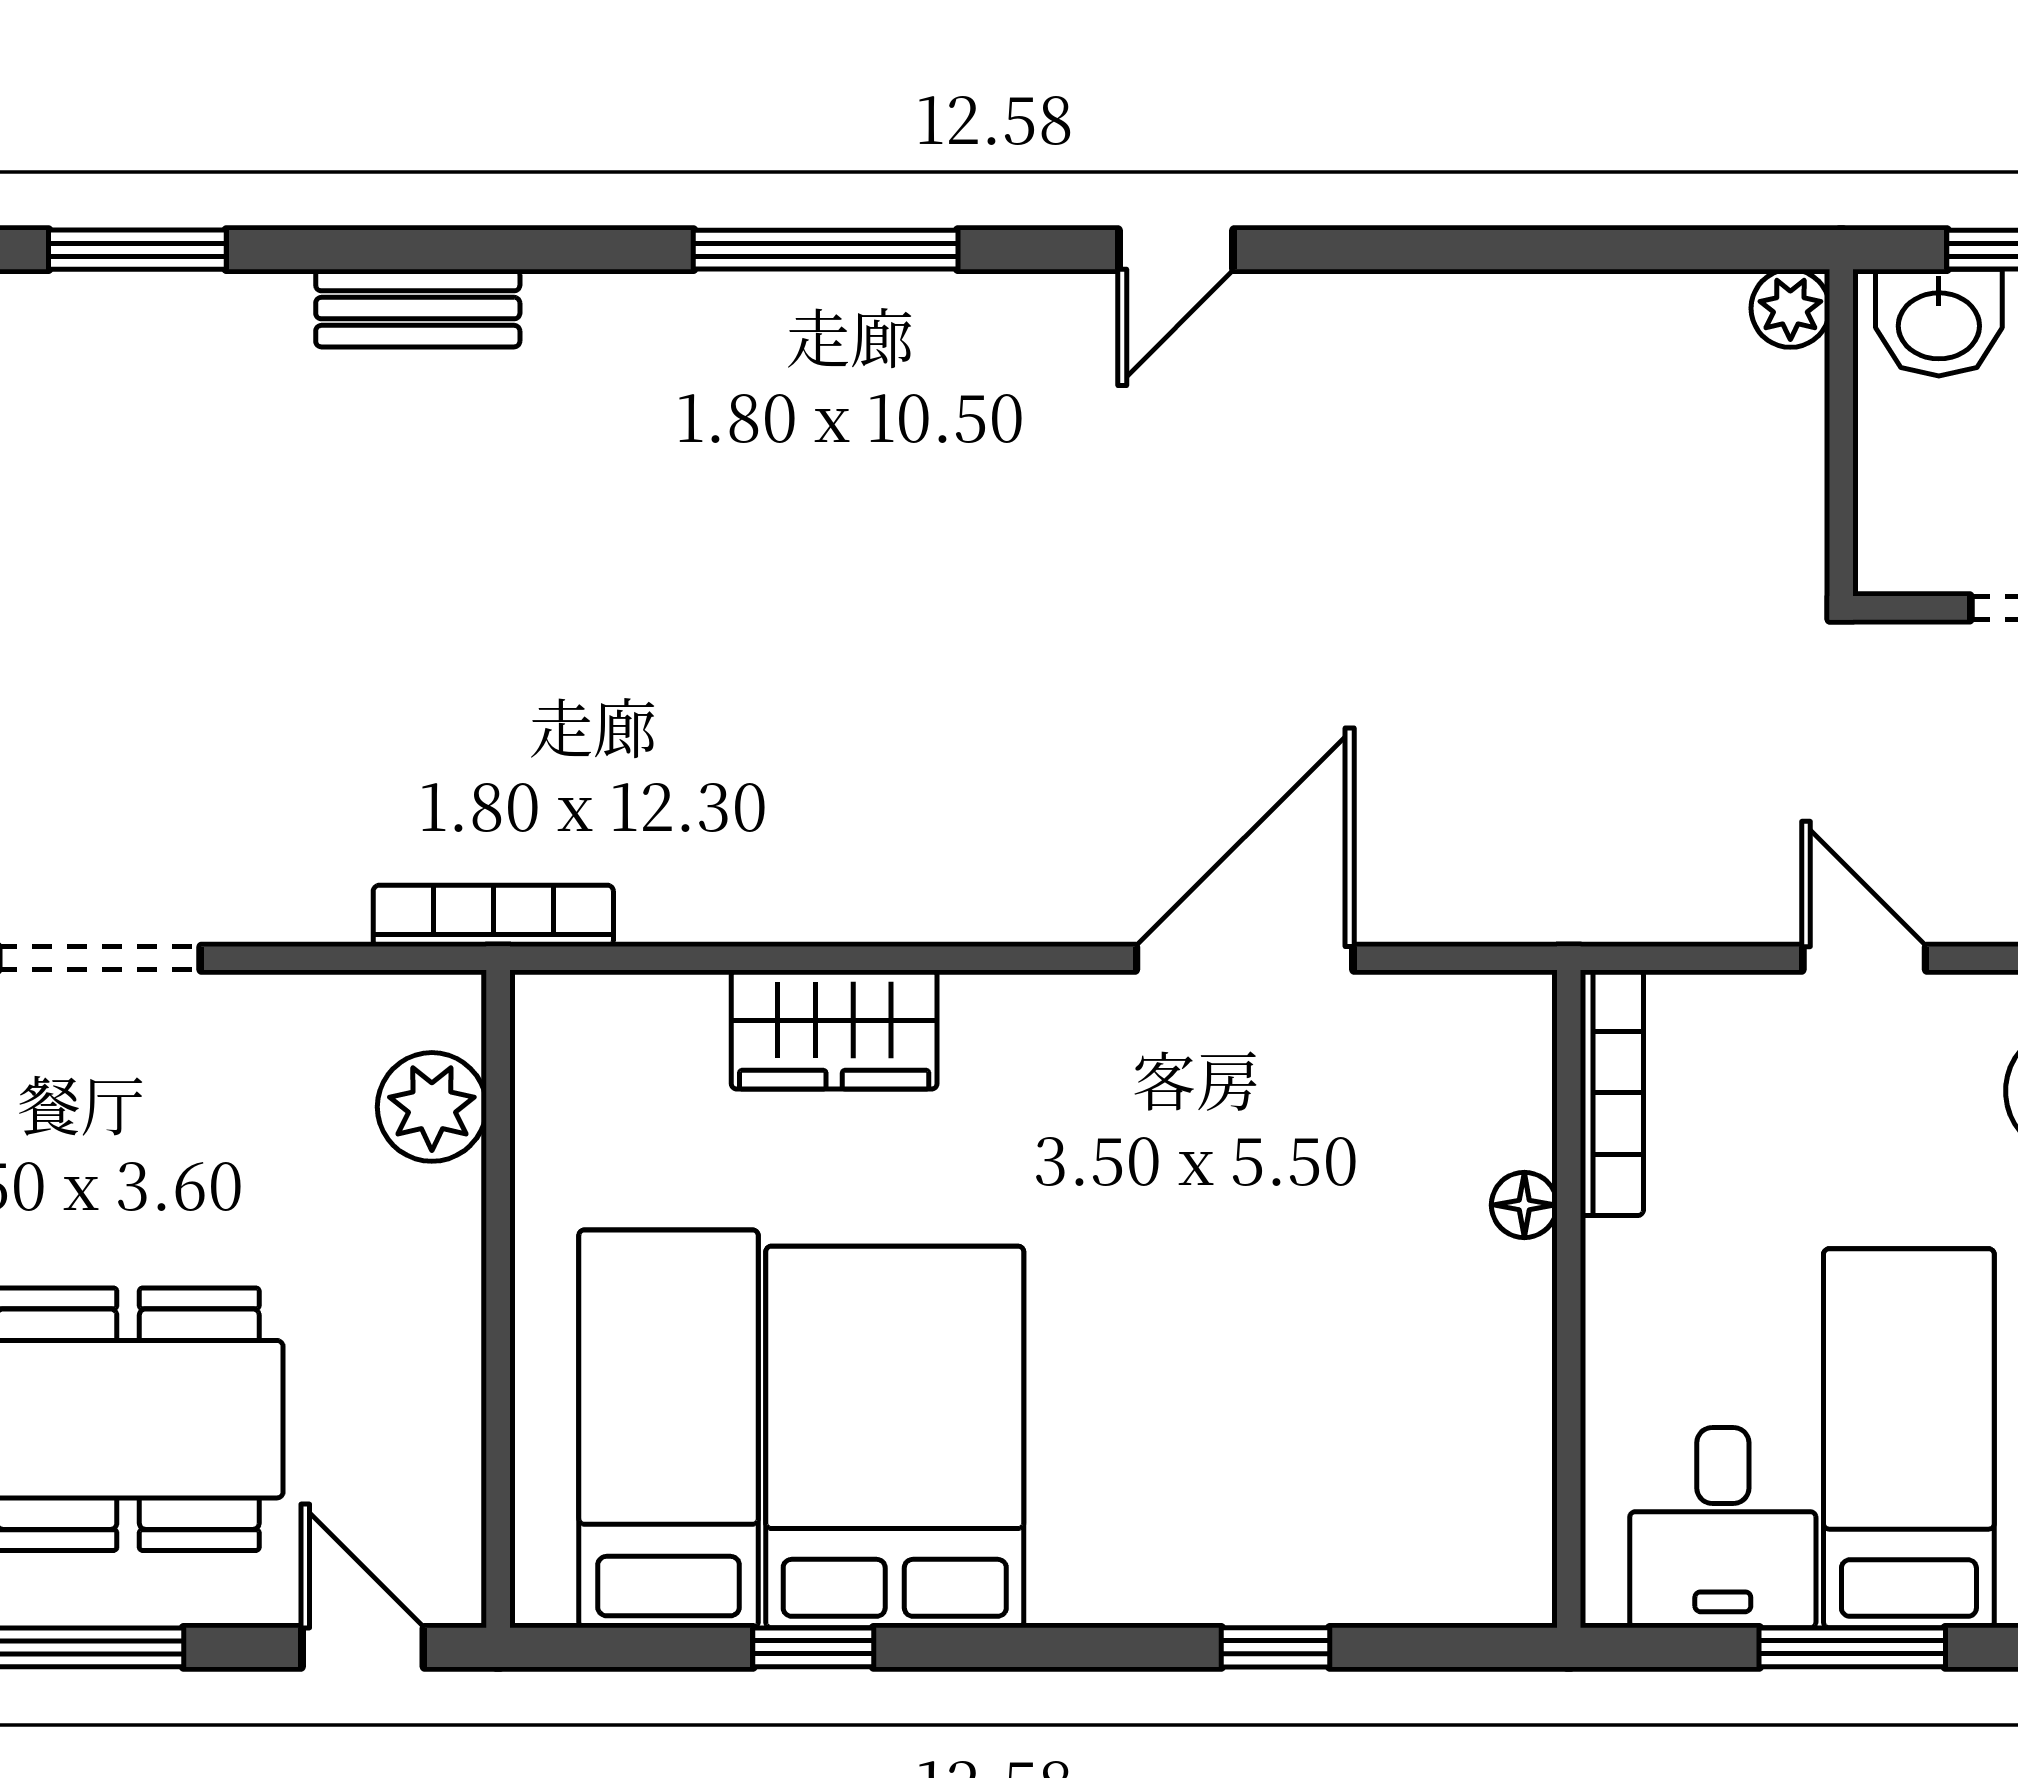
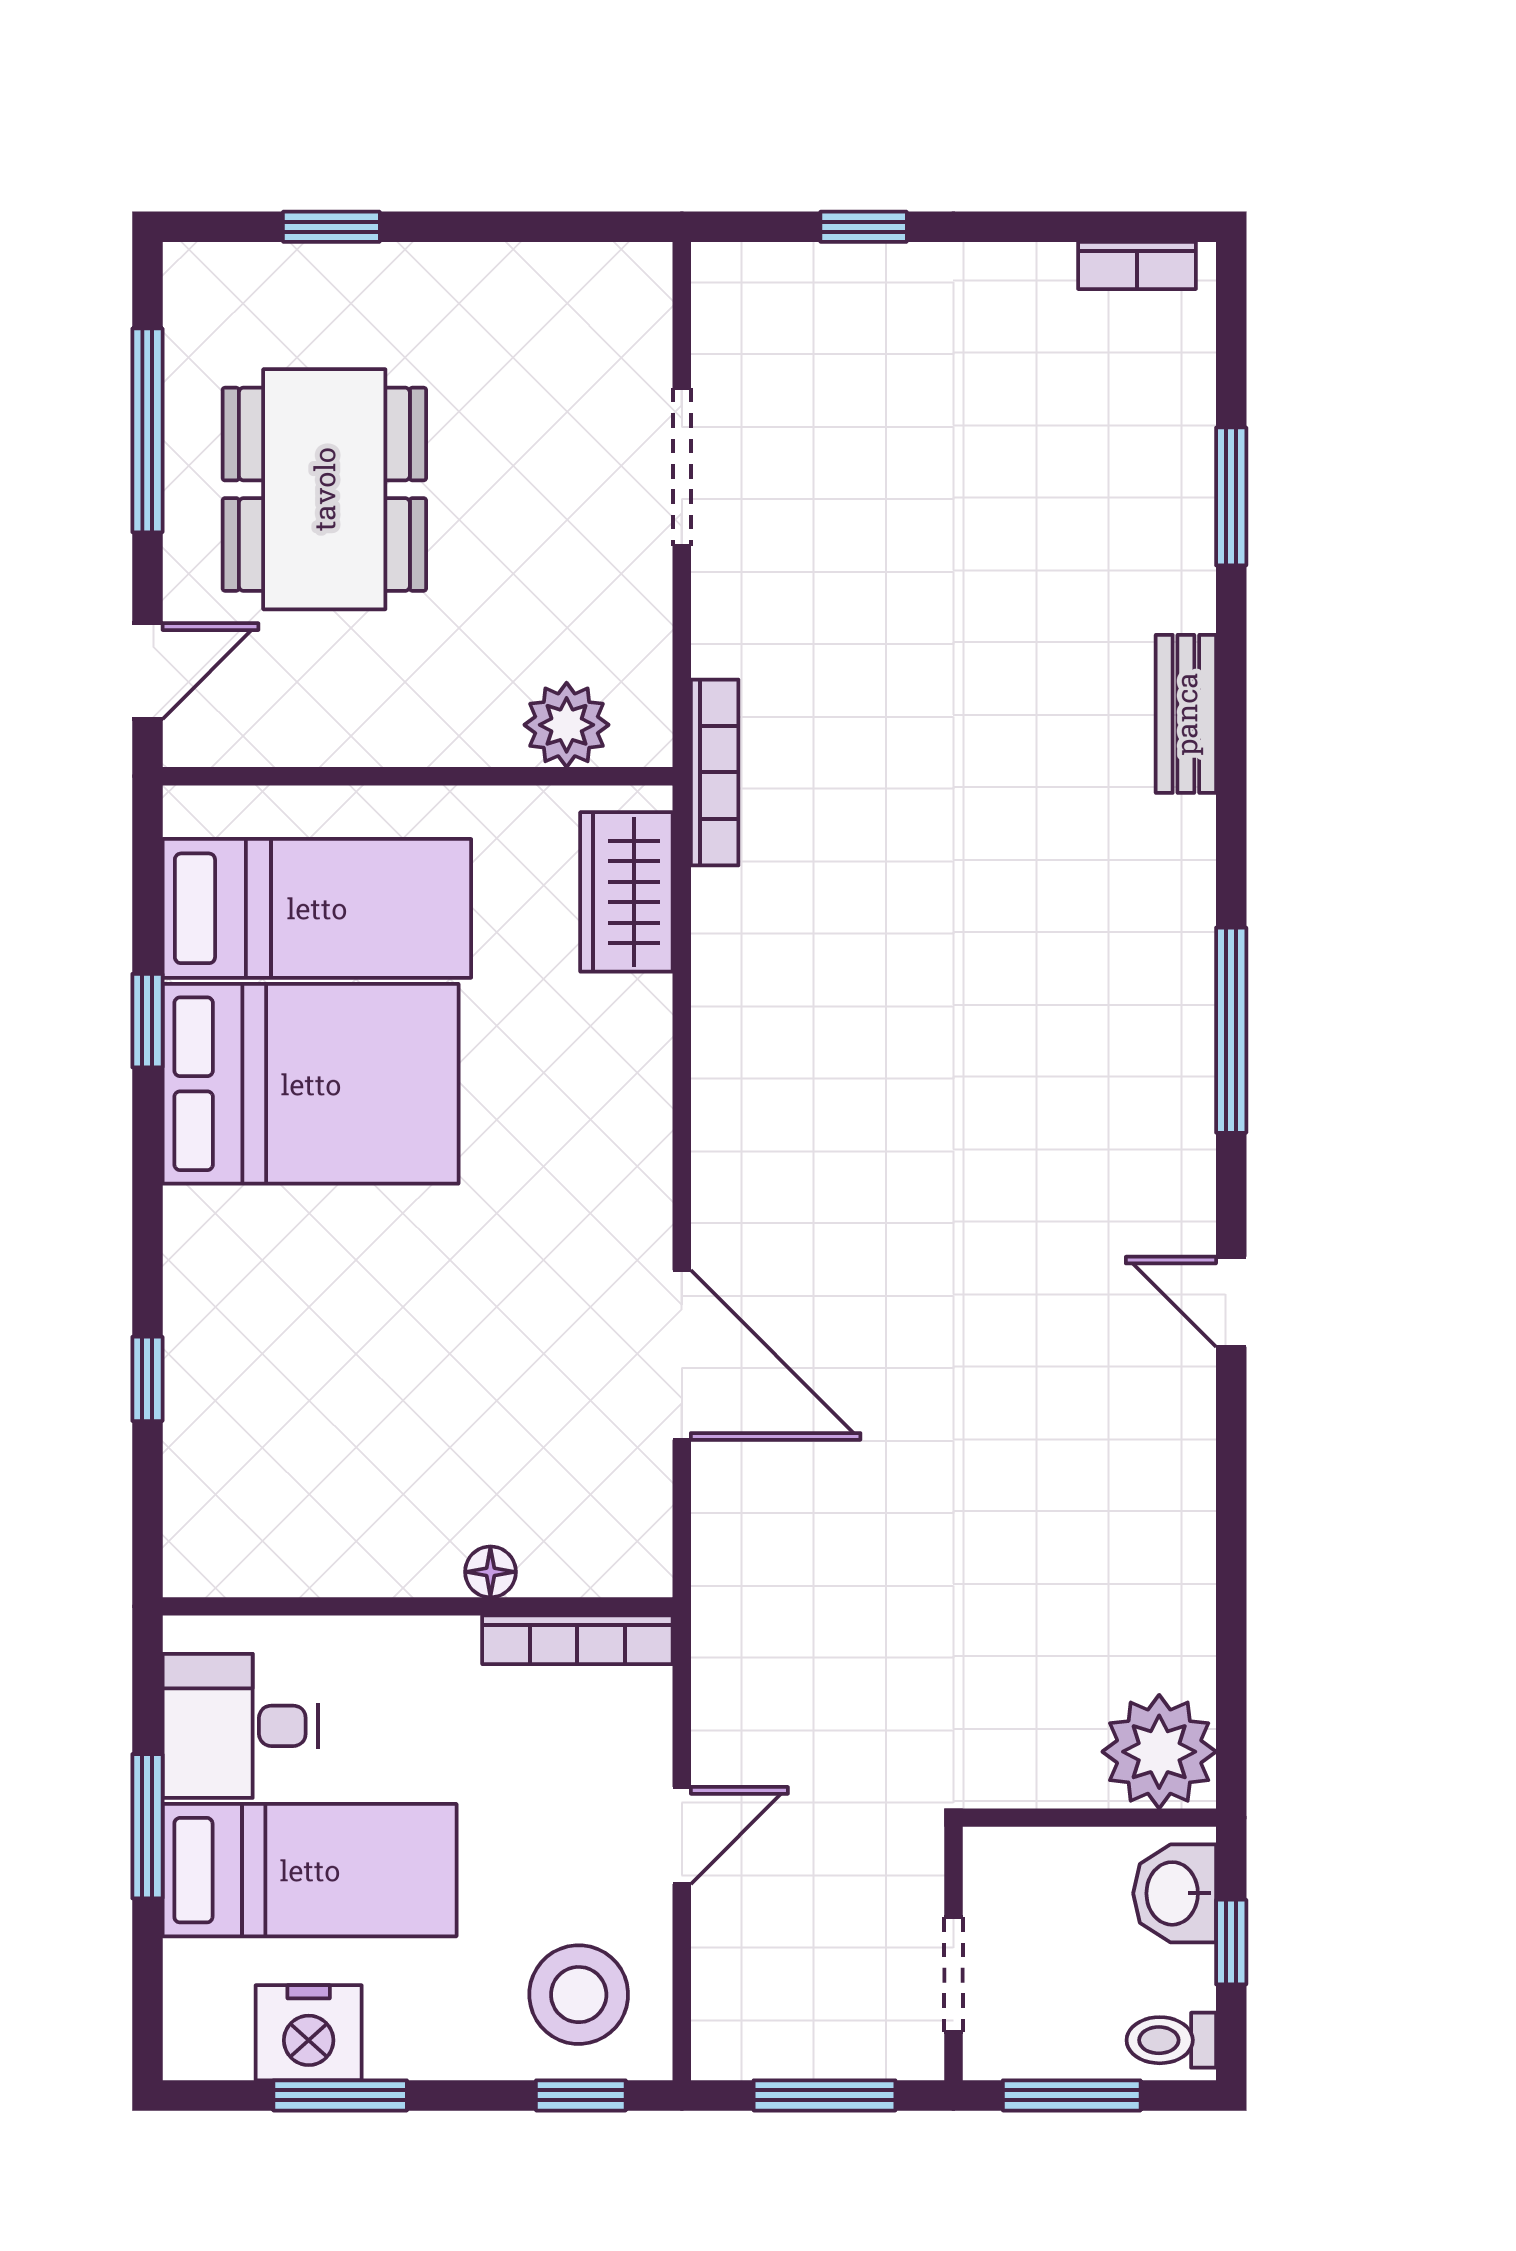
plant: (1790, 308) -> (1159, 1752), width x1.88, depth x1.88
wardrobe: (834, 1030) -> (626, 892), moved

